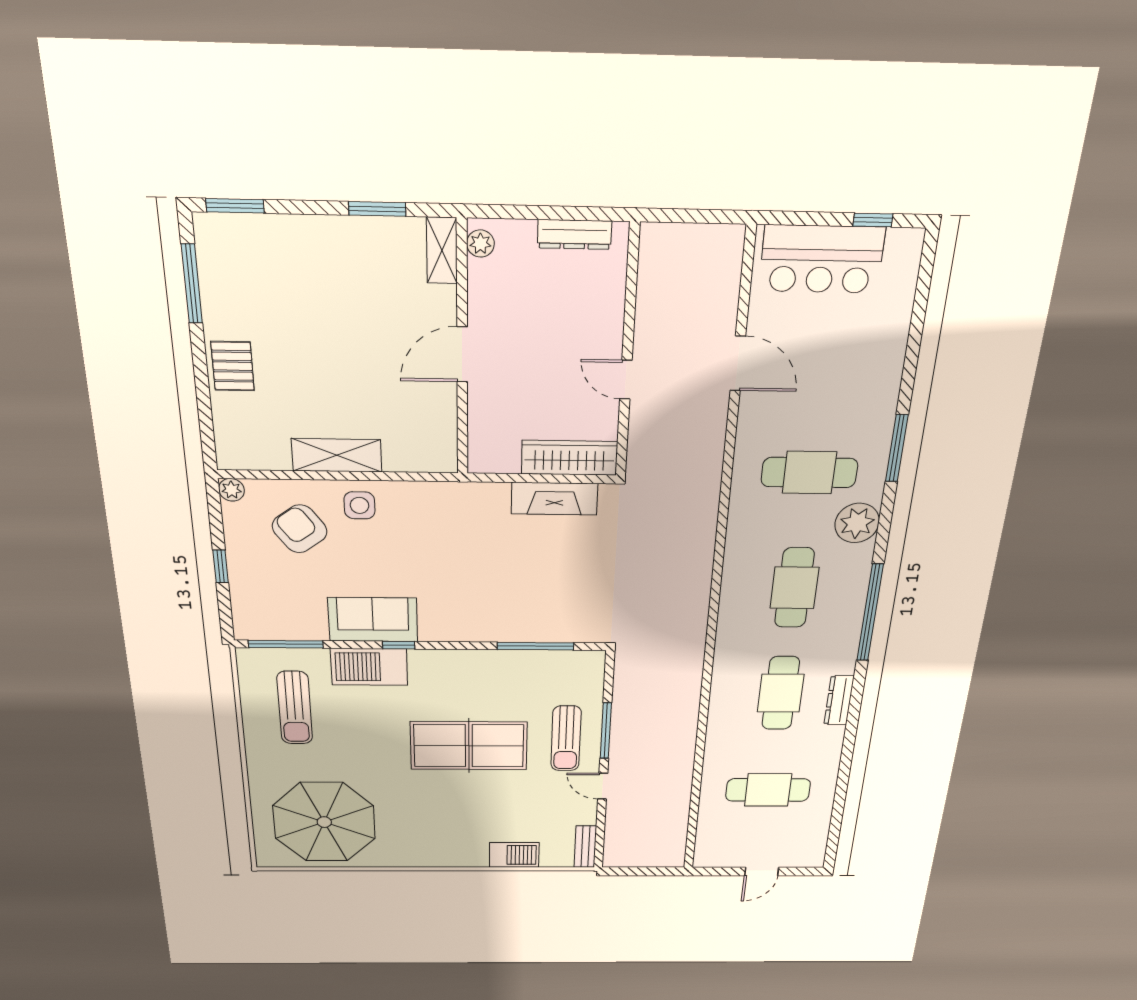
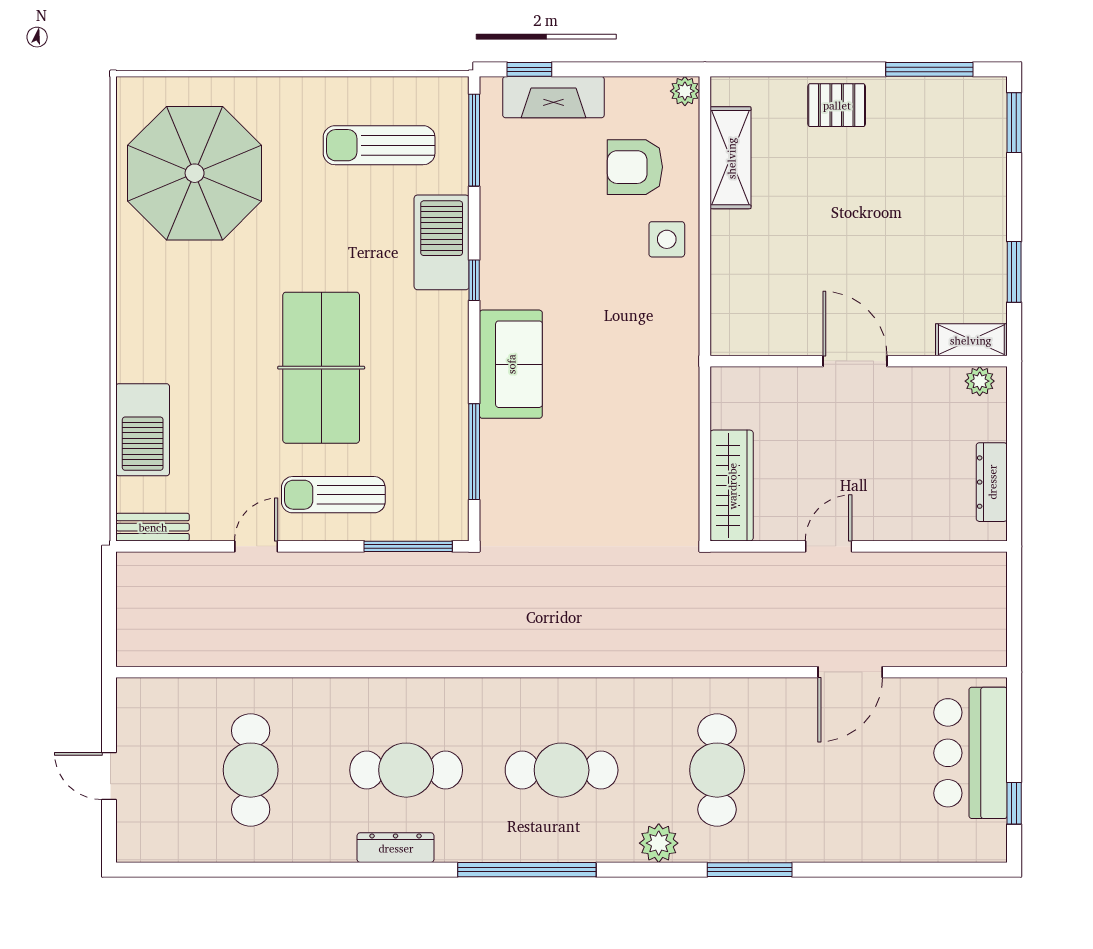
shelving: (337, 455) -> (731, 158), moved
fireplace: (554, 499) -> (553, 97), moved, turned -90
plant: (857, 523) -> (659, 843), width x0.73, depth x0.73
armchair: (300, 529) -> (635, 167), turned -144
window: (221, 566) -> (529, 69), moved
sofa: (373, 620) -> (511, 364), moved
window: (606, 731) -> (408, 546), moved
barbecue: (514, 855) -> (143, 430), width x1.37, depth x1.21

